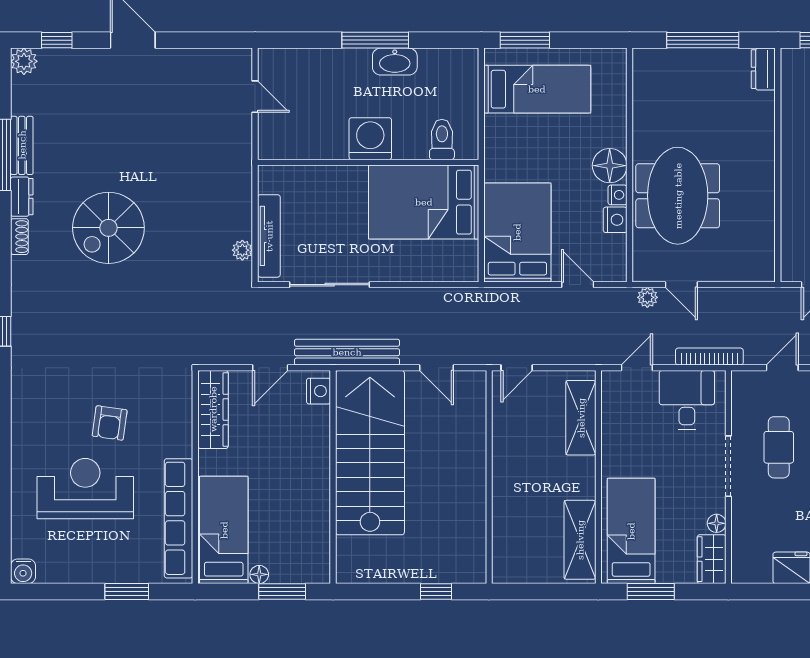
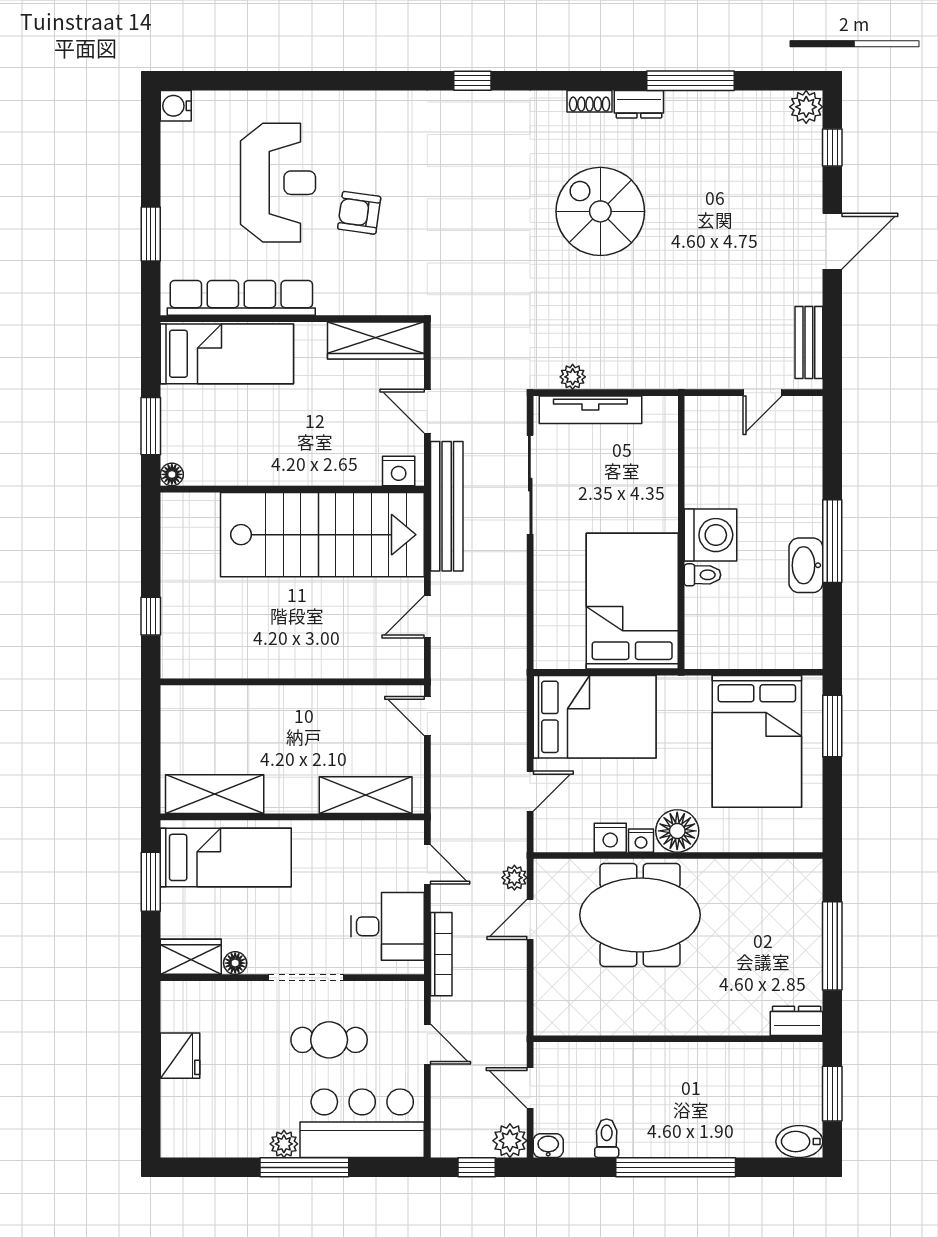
bed: (537, 89) -> (757, 741), width x1.50
toilet: (442, 139) -> (703, 575), moved, width x0.73, depth x0.72
bench: (22, 145) -> (809, 342), moved, turned 90
floor lamp: (259, 574) -> (172, 474), moved

